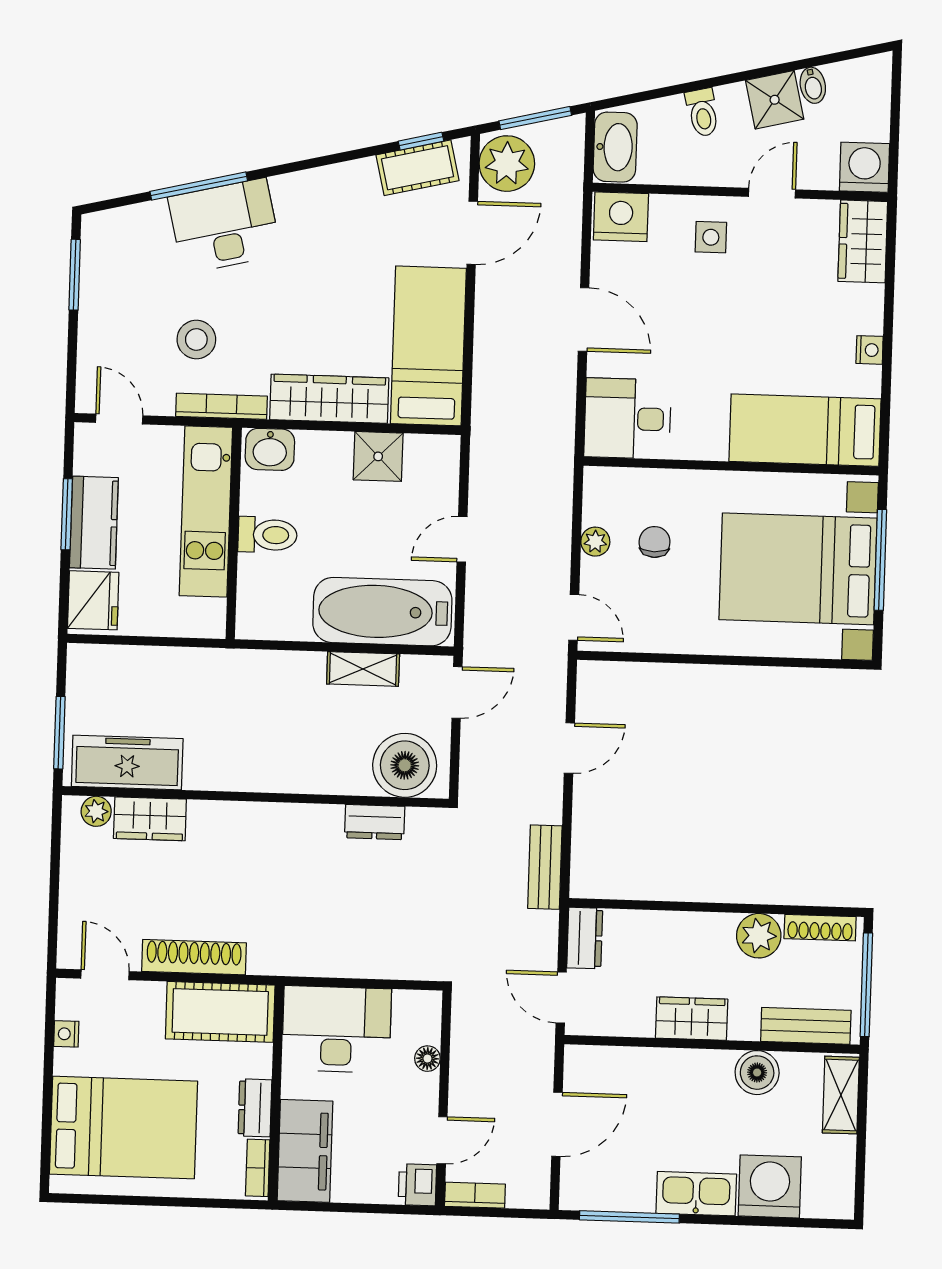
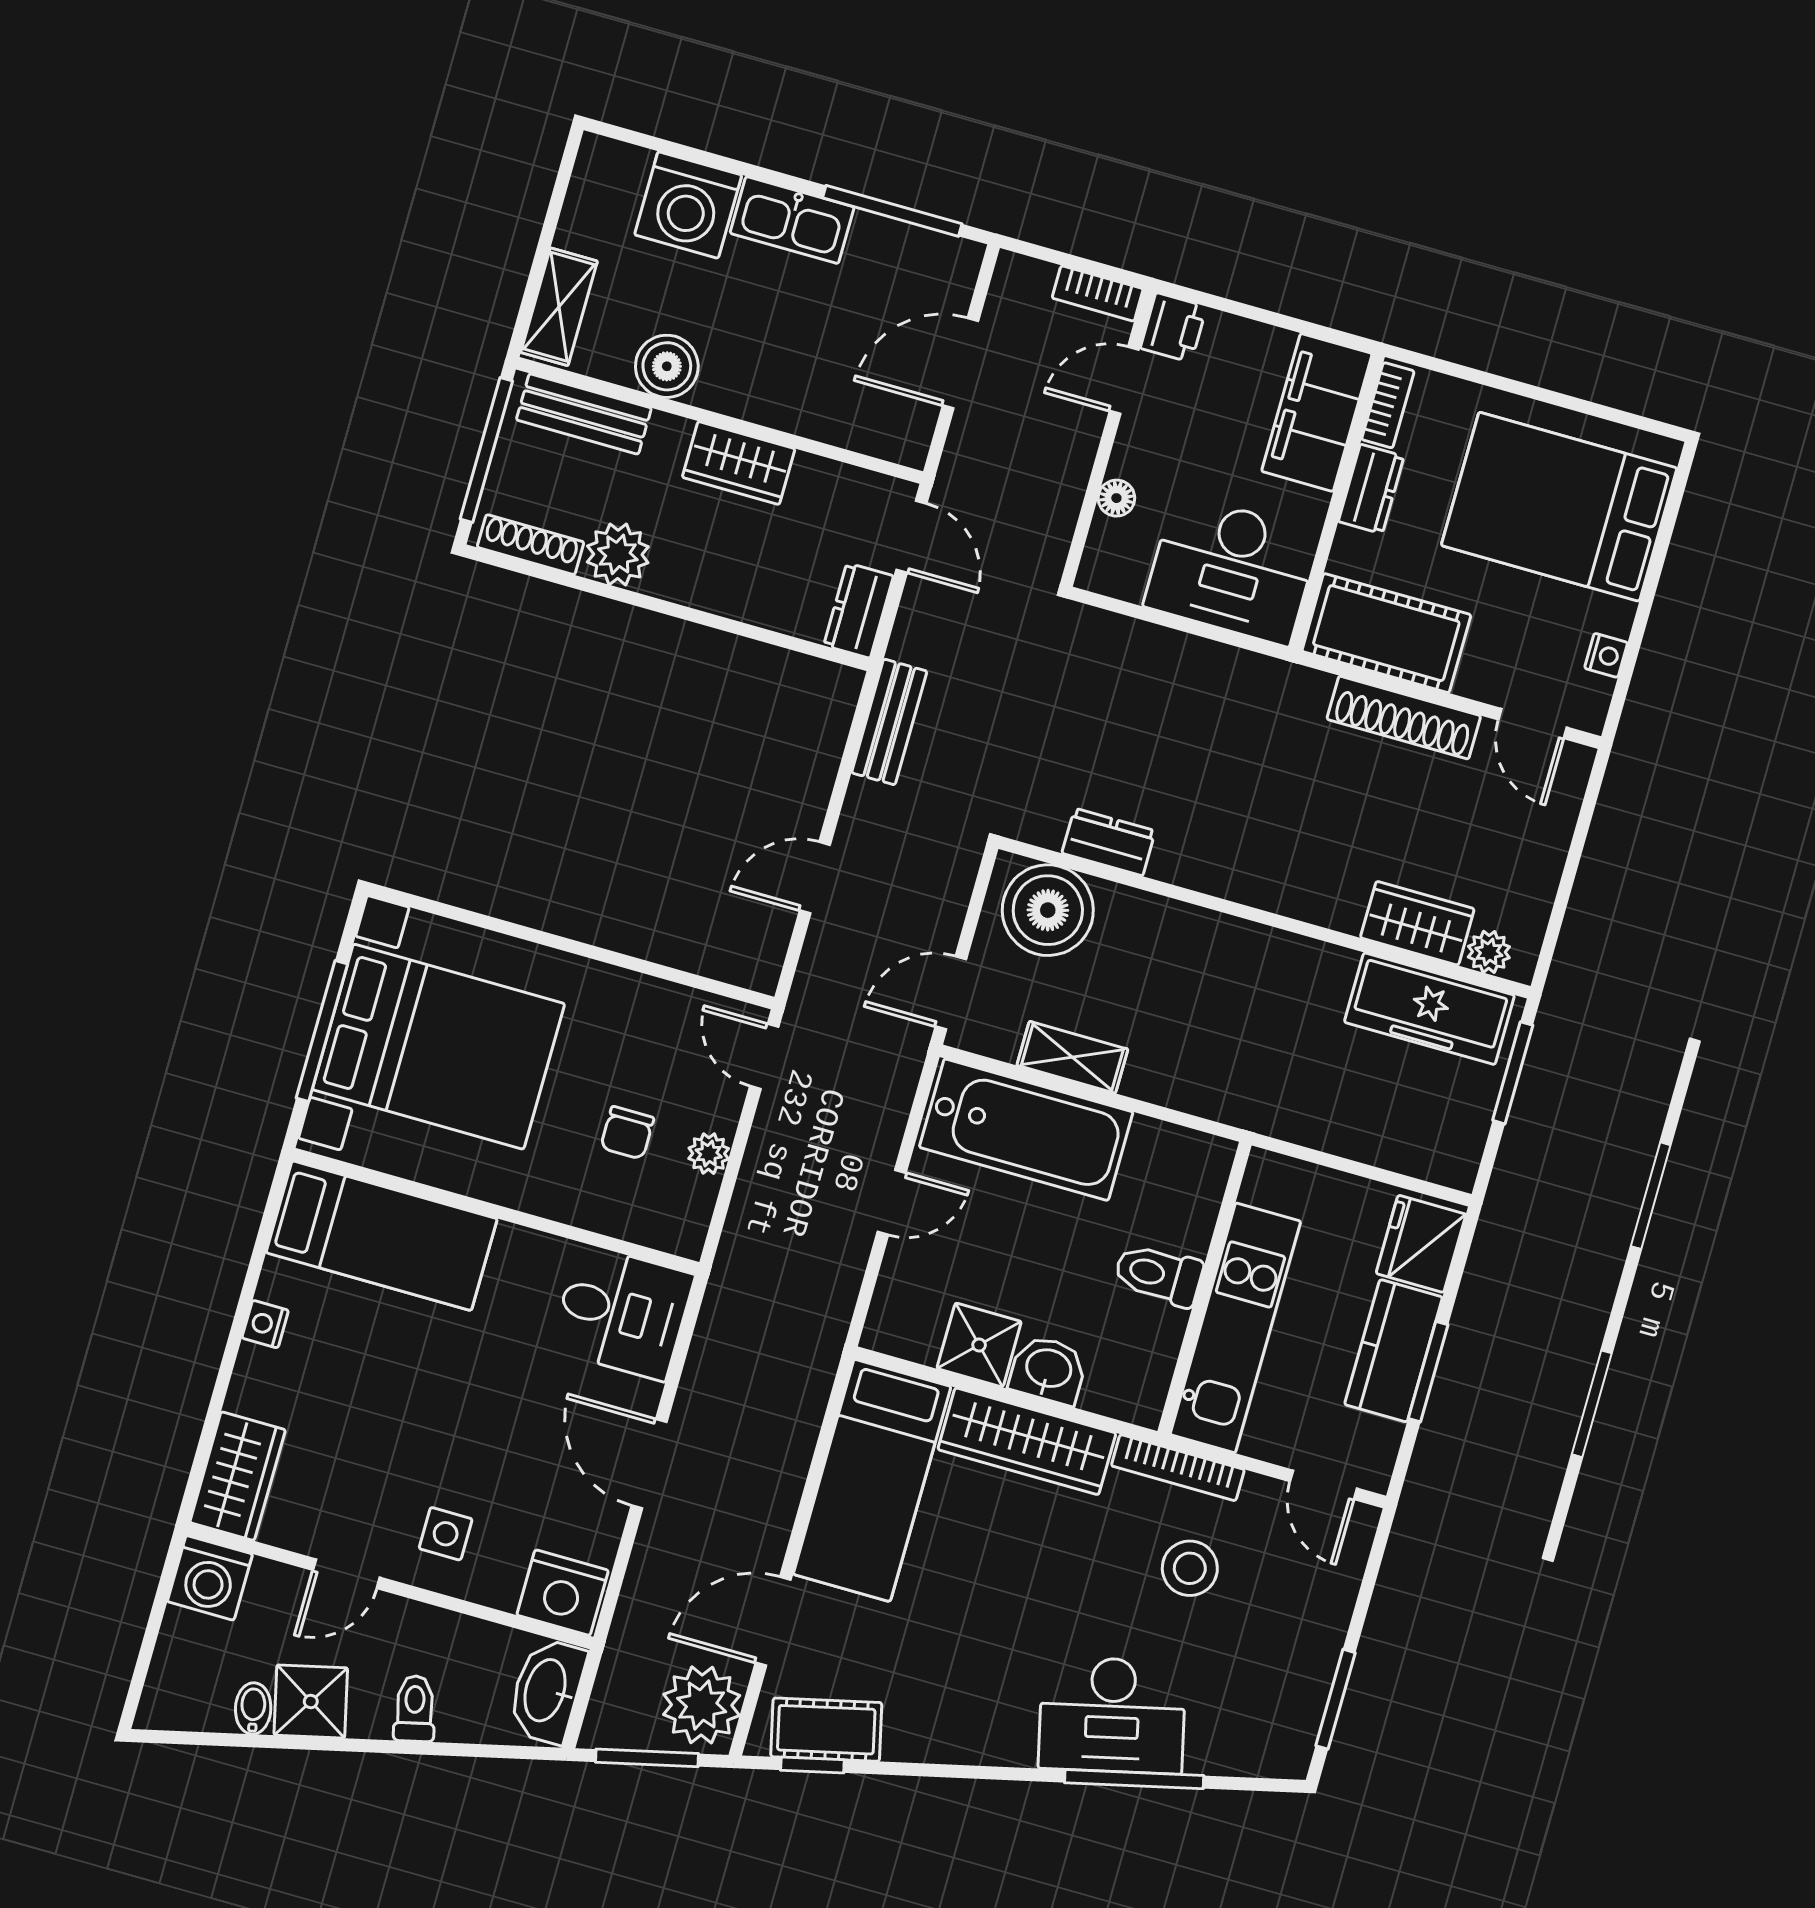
washbasin: (270, 449) -> (1048, 1370), moved

